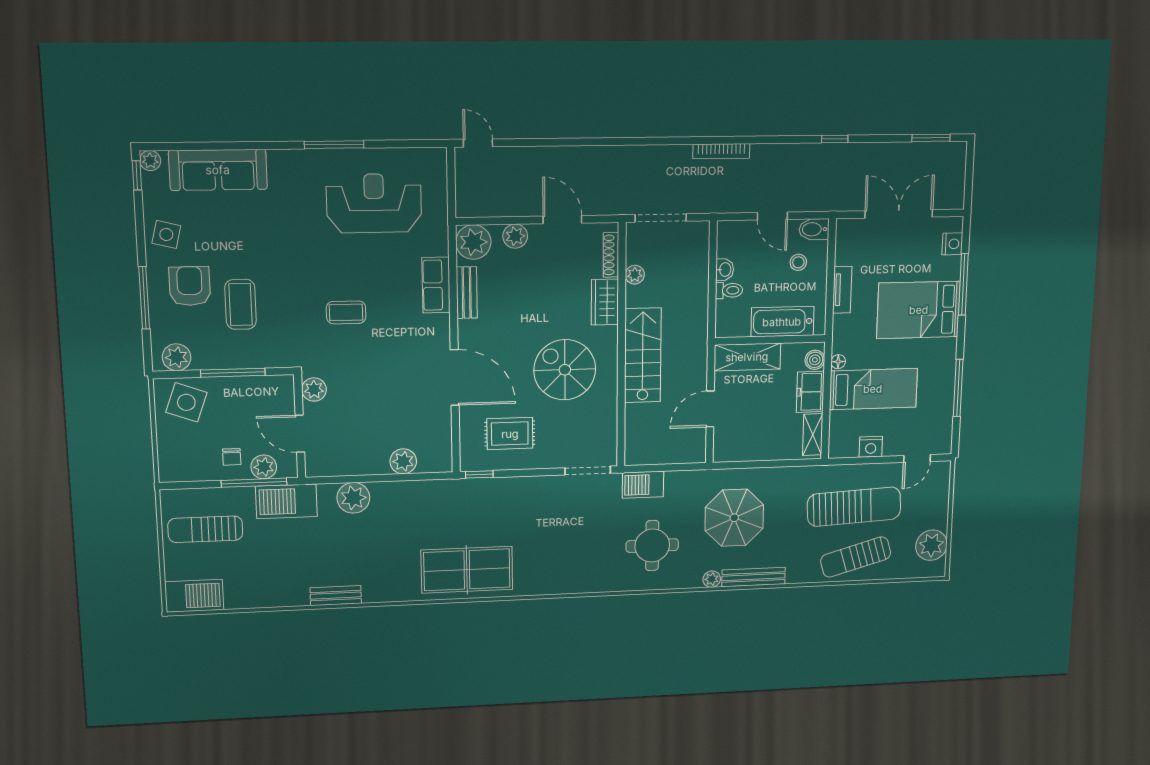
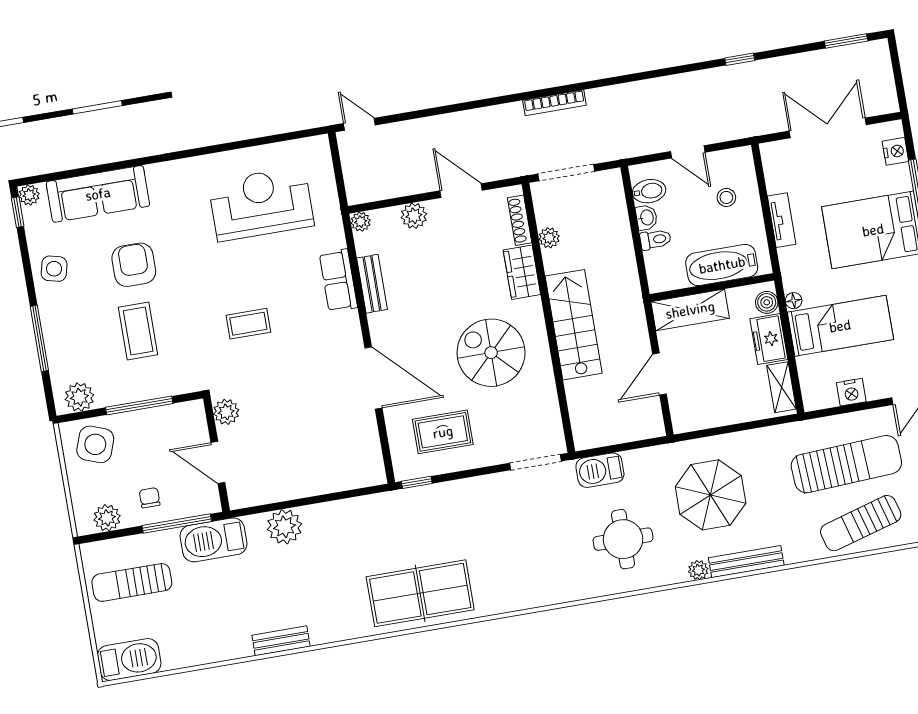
window: (334, 145) -> (212, 149), removed
bookcase: (721, 151) -> (554, 103), moved
bidet: (814, 229) -> (649, 191), moved, turned 180
plant: (473, 242) -> (361, 222), width x0.53, depth x0.53
armchair: (190, 286) -> (134, 265), moved
chair: (232, 457) -> (150, 498), turned 180
plant: (403, 461) -> (332, 479), removed
plant: (264, 467) -> (107, 518), moved

